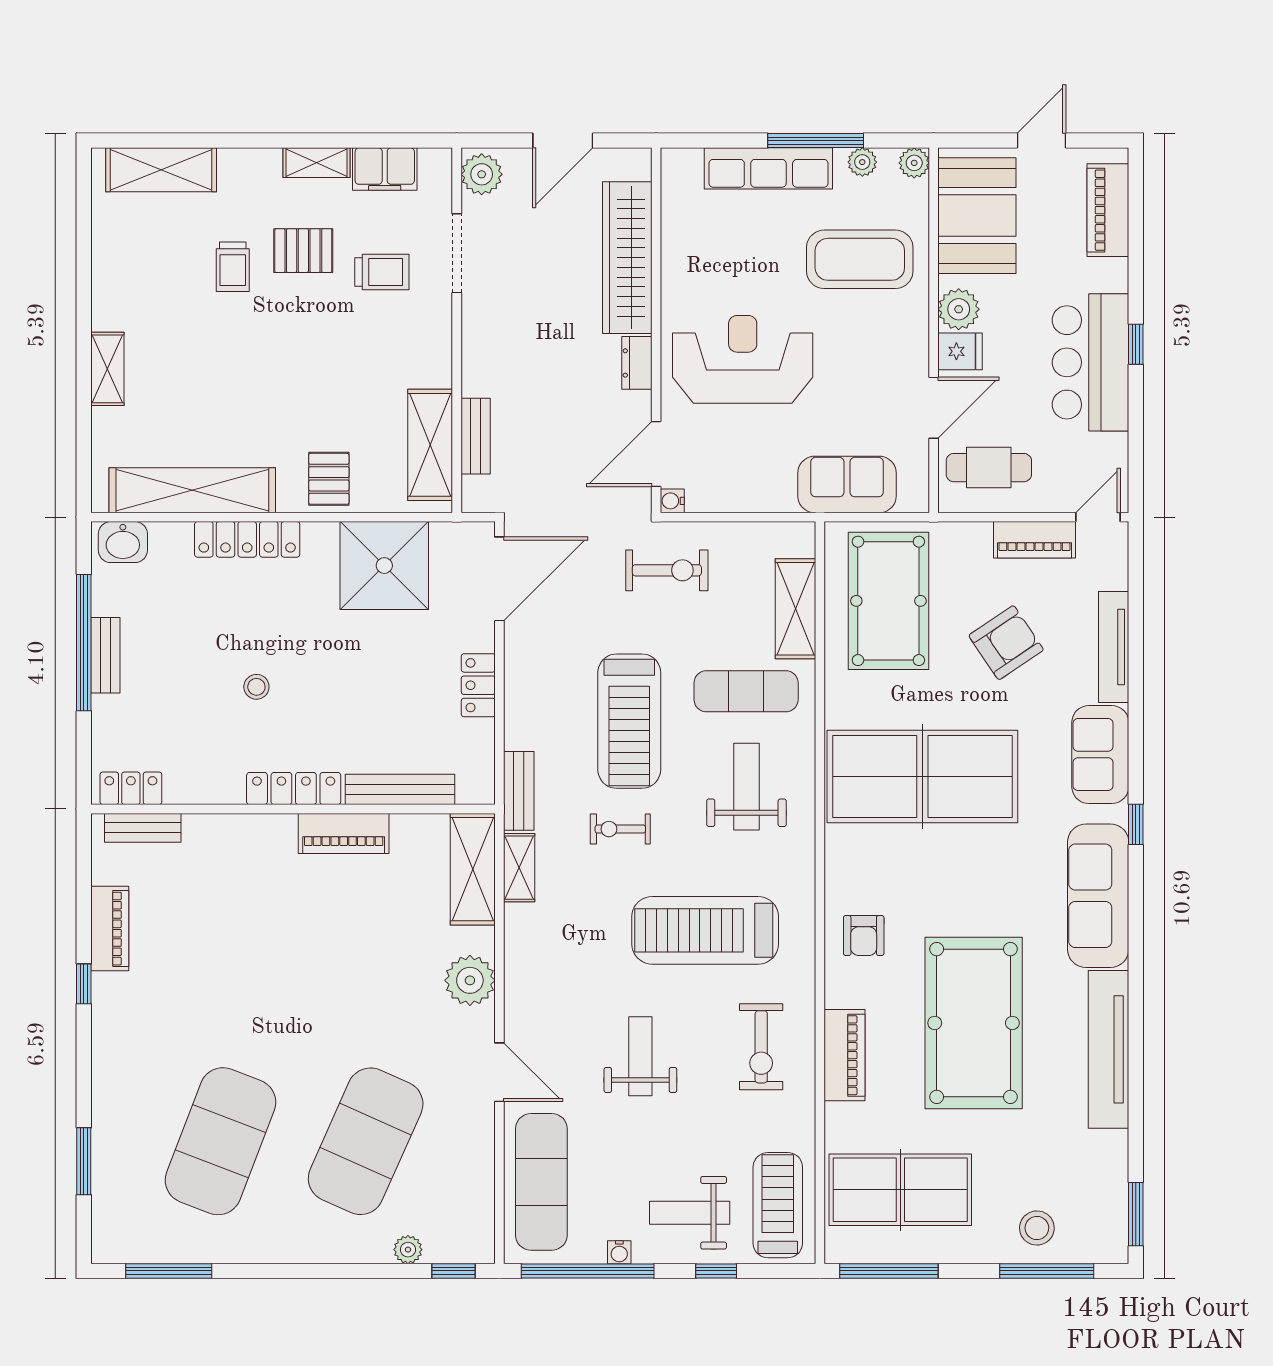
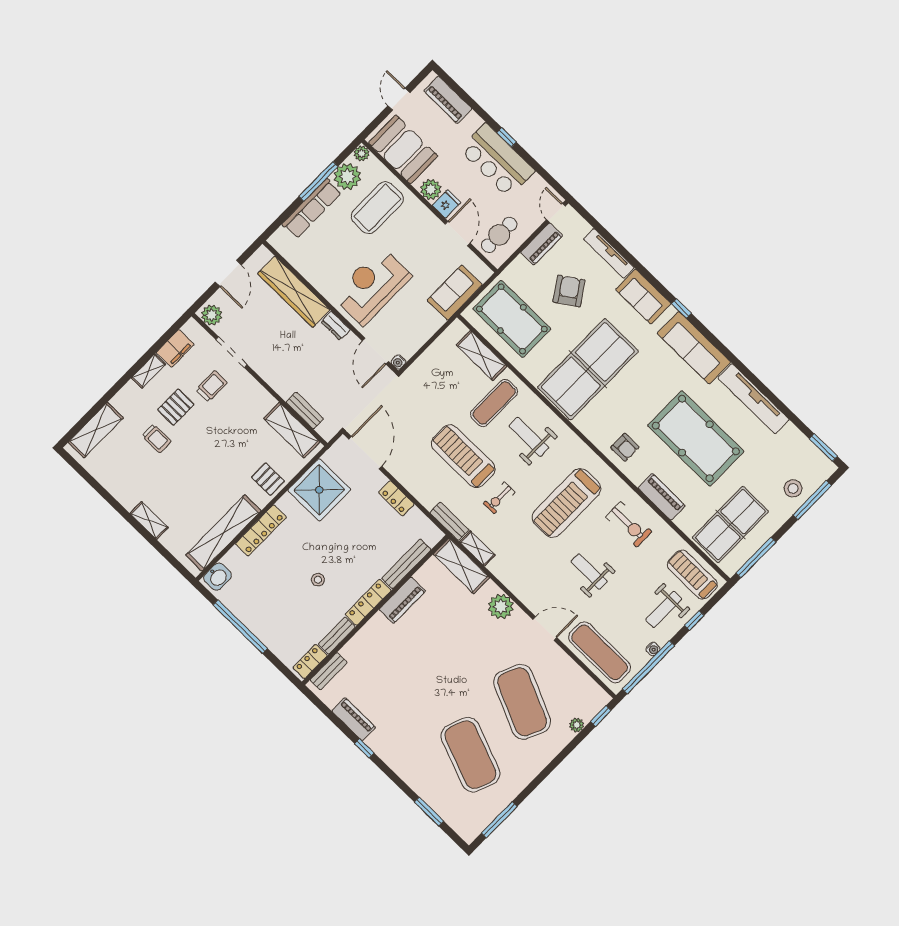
plant: (862, 162) -> (347, 177), width x1.88, depth x1.88
exercise bike: (667, 570) -> (422, 389), removed
bench: (105, 655) -> (337, 636), moved, turned 90
treadmill: (629, 721) -> (463, 456), turned 180

